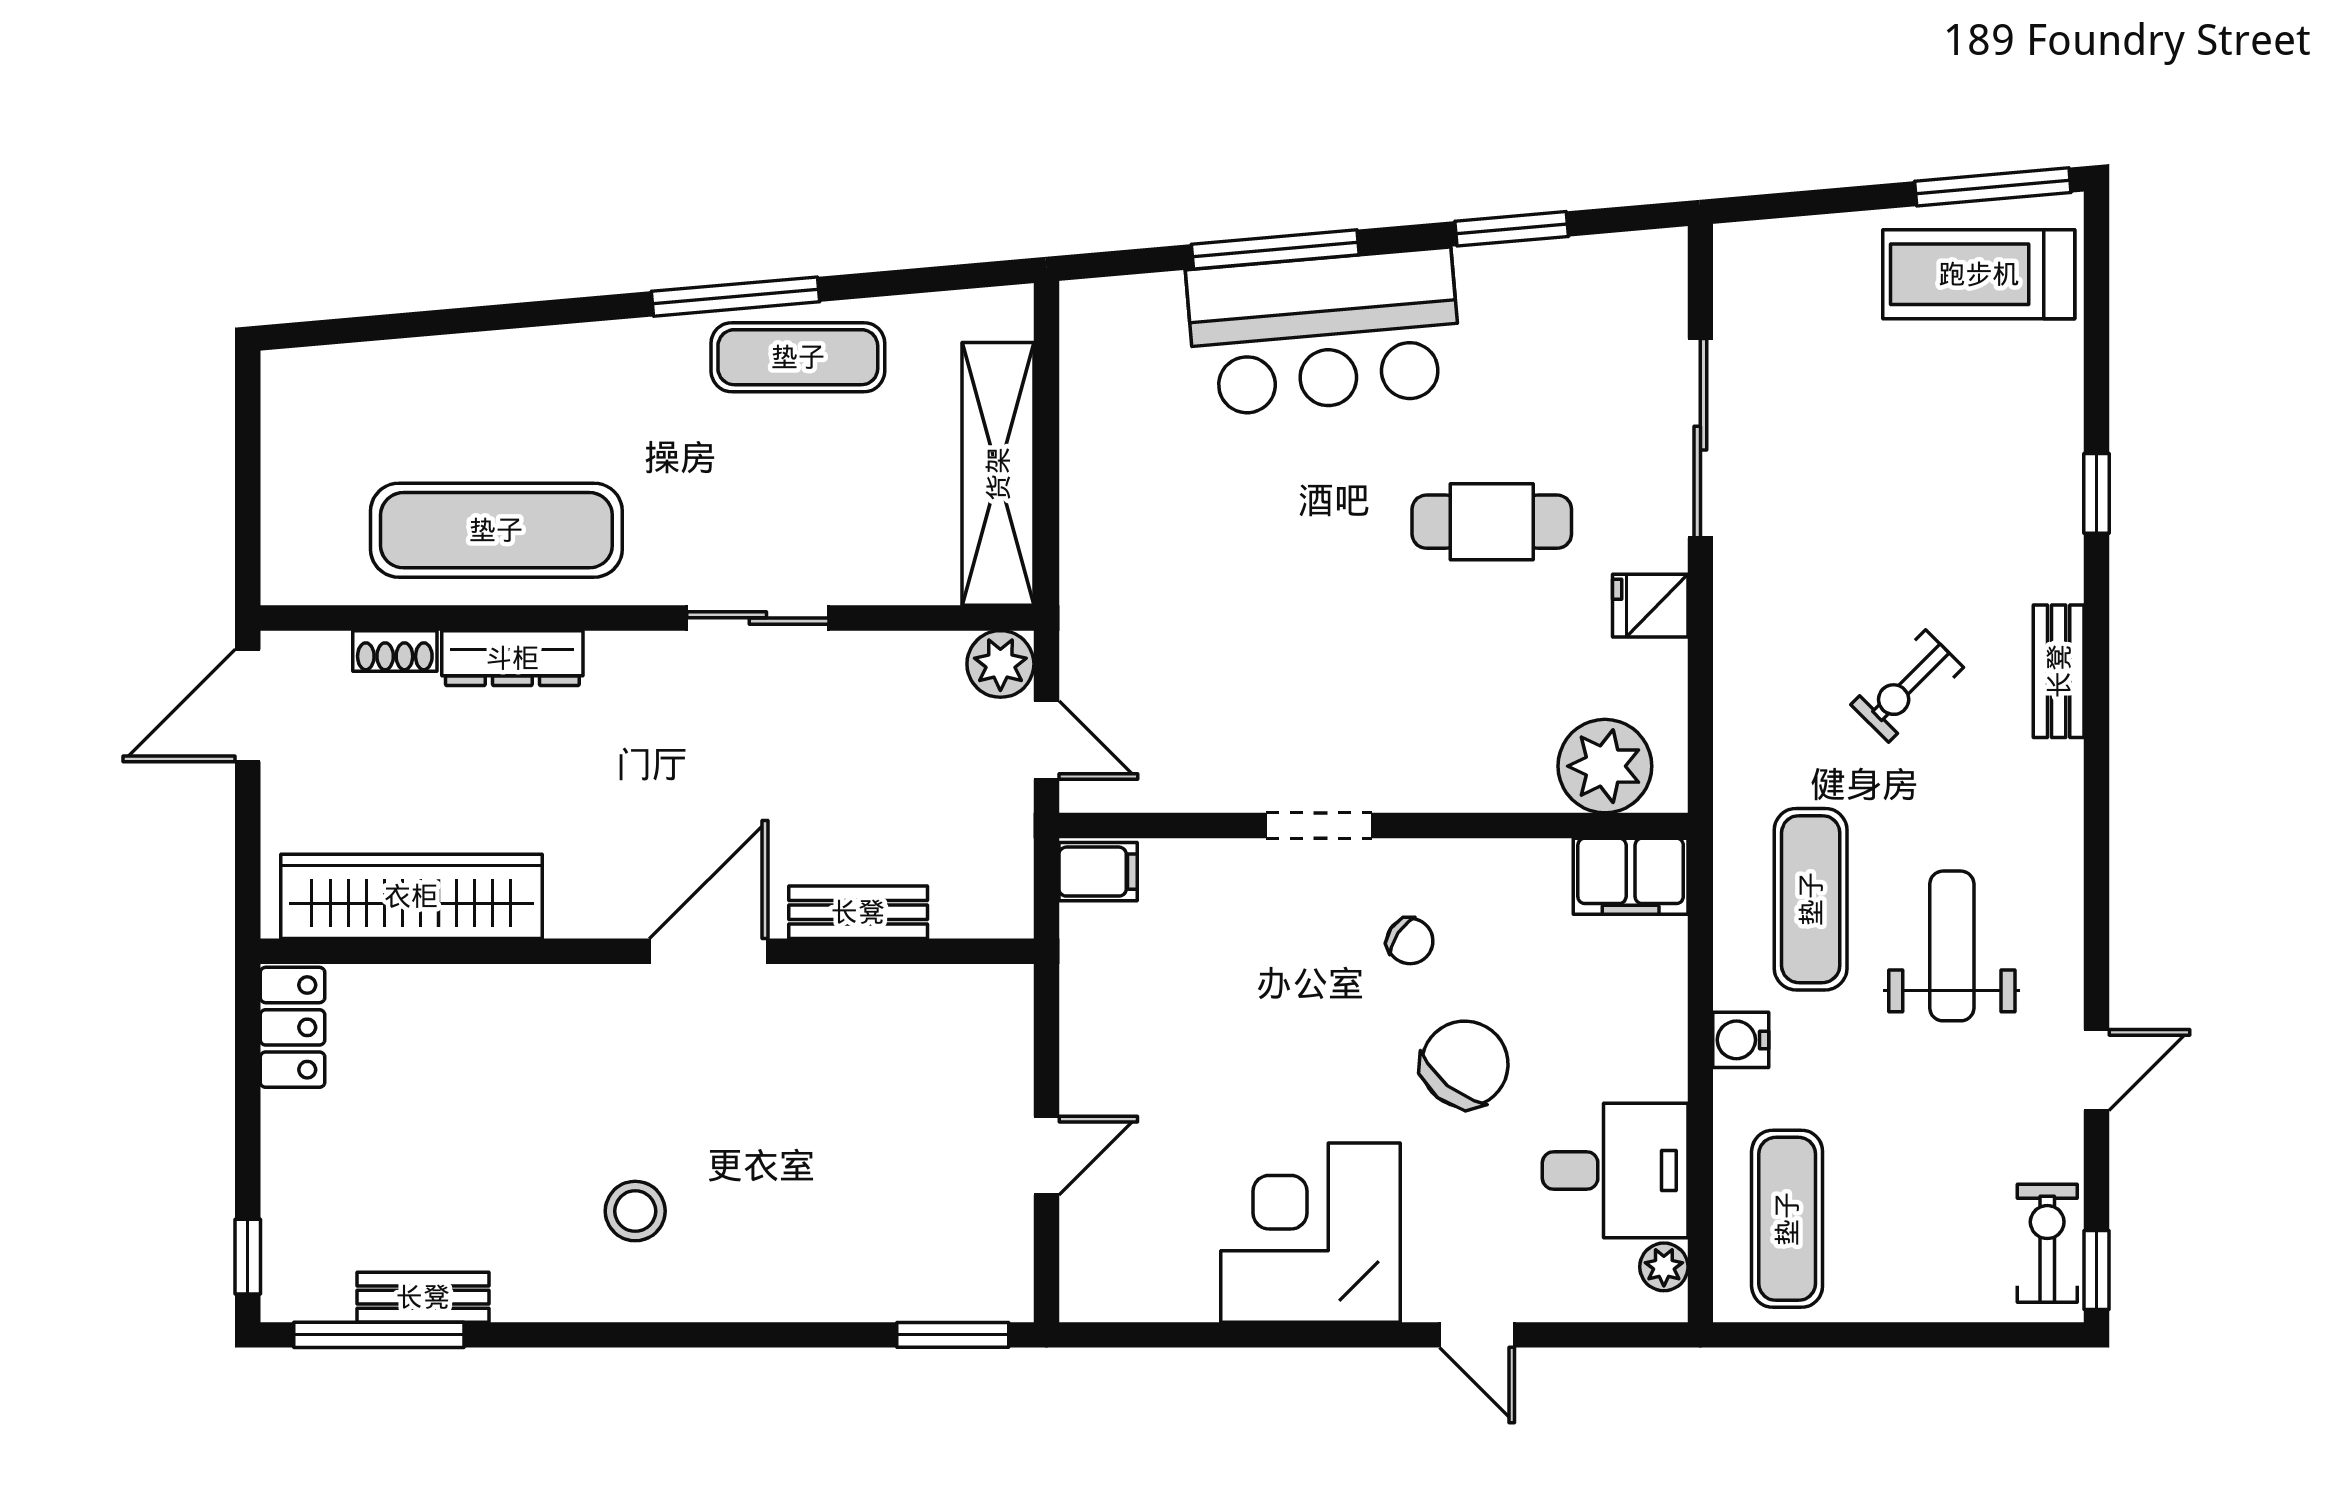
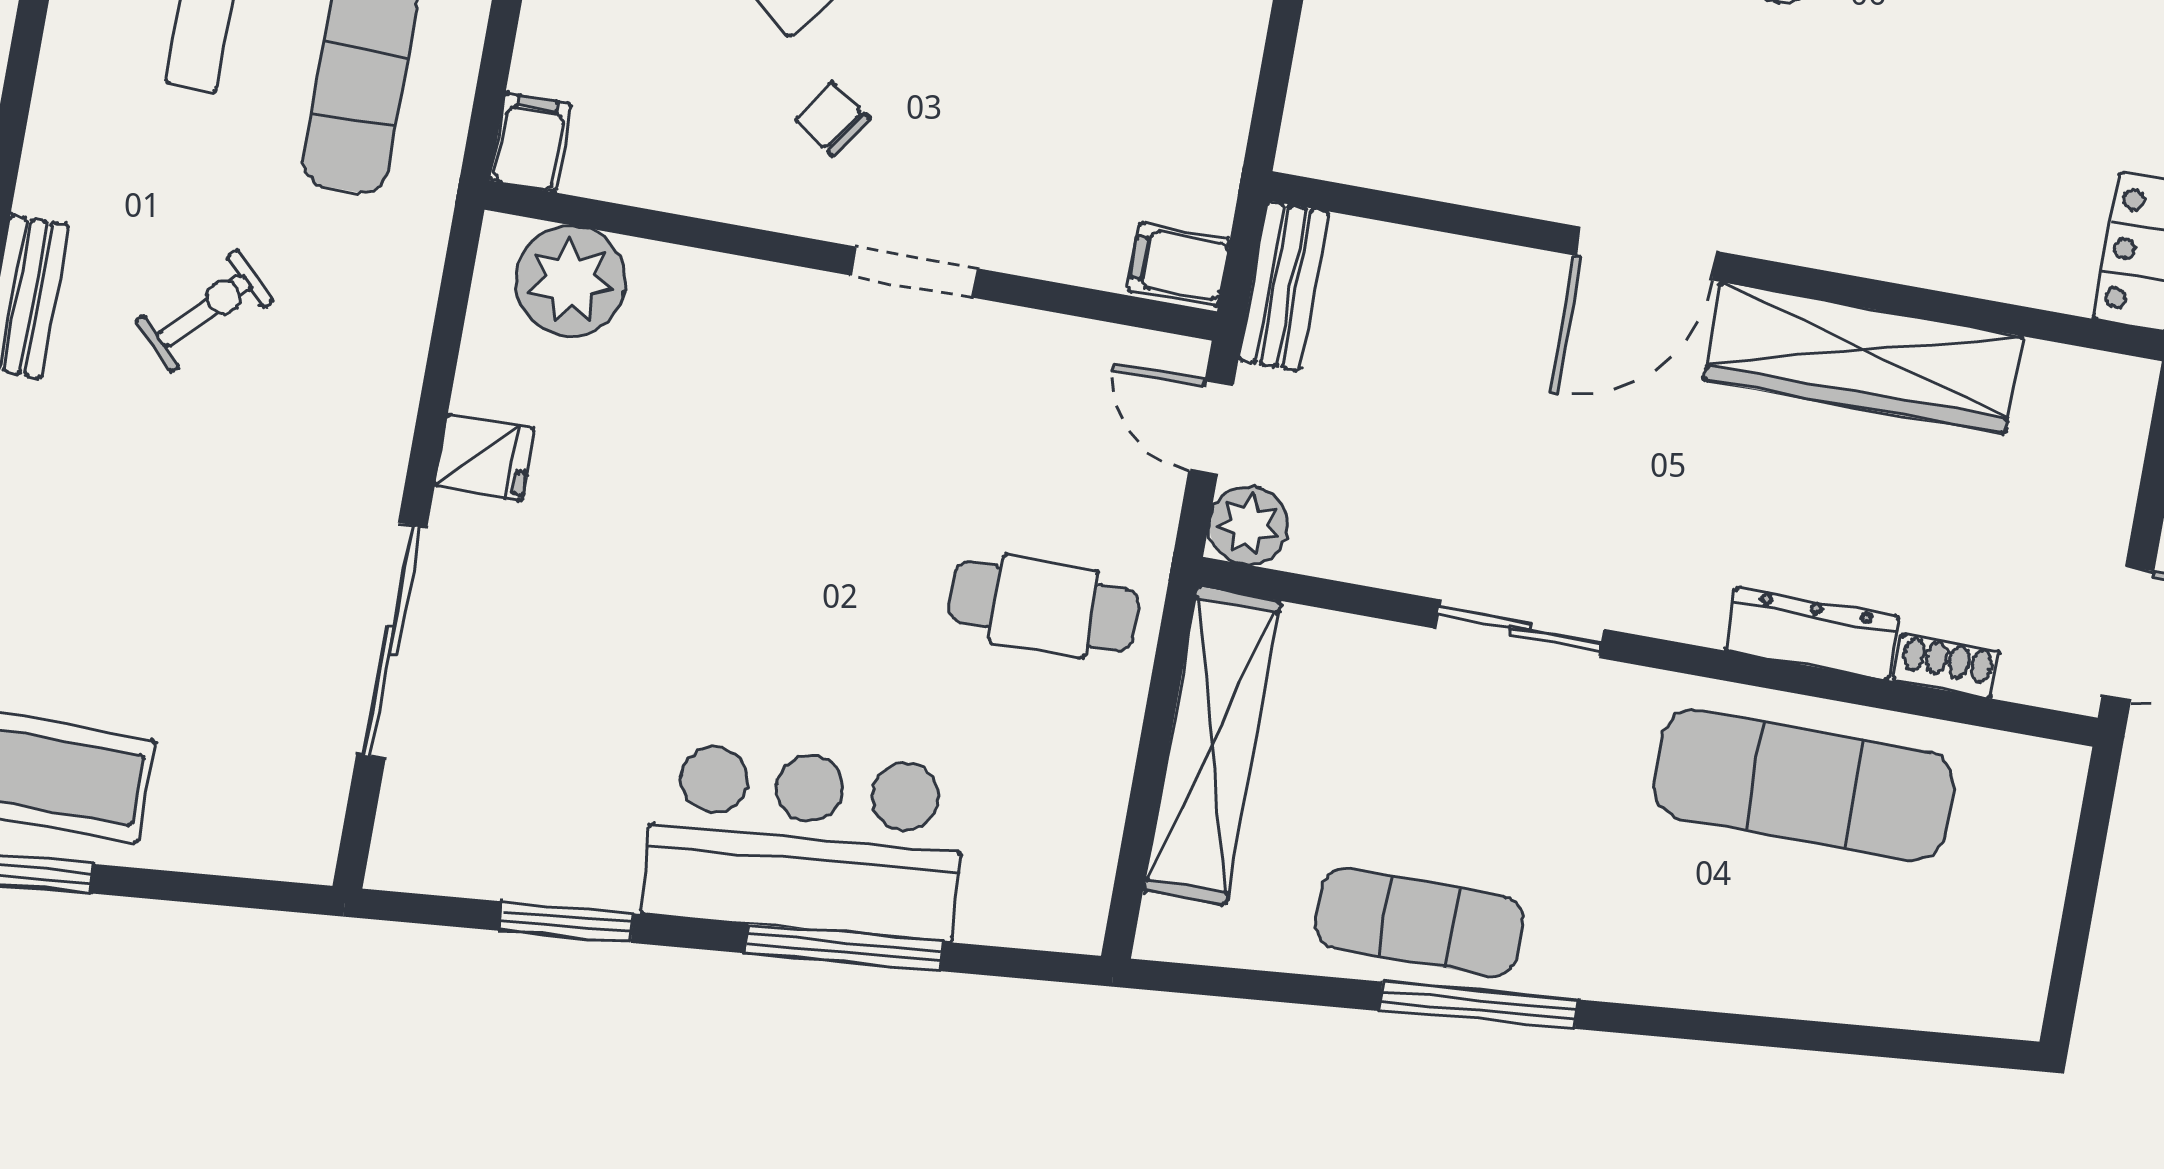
cafe table: (1492, 522) -> (1044, 606), moved
filing cabinet: (1631, 876) -> (531, 142), width x0.50
wardrobe: (411, 896) -> (1863, 358), moved
bench: (858, 912) -> (1283, 286), moved, turned 90

